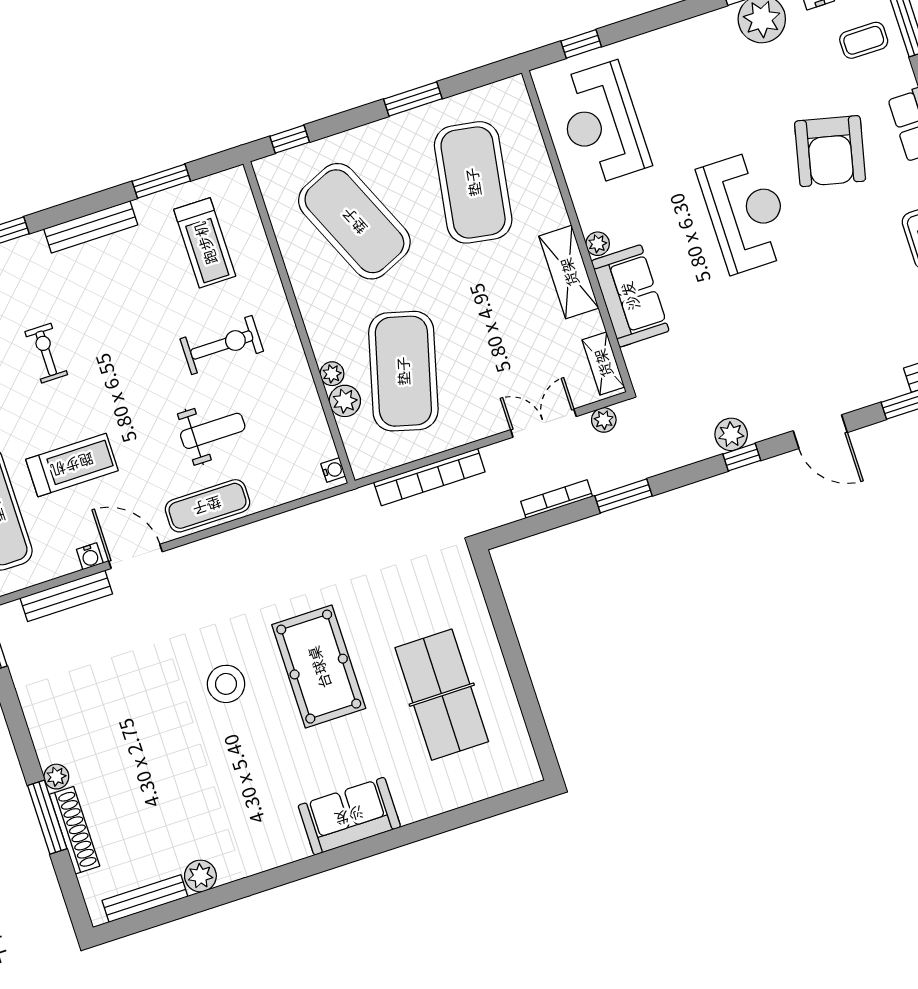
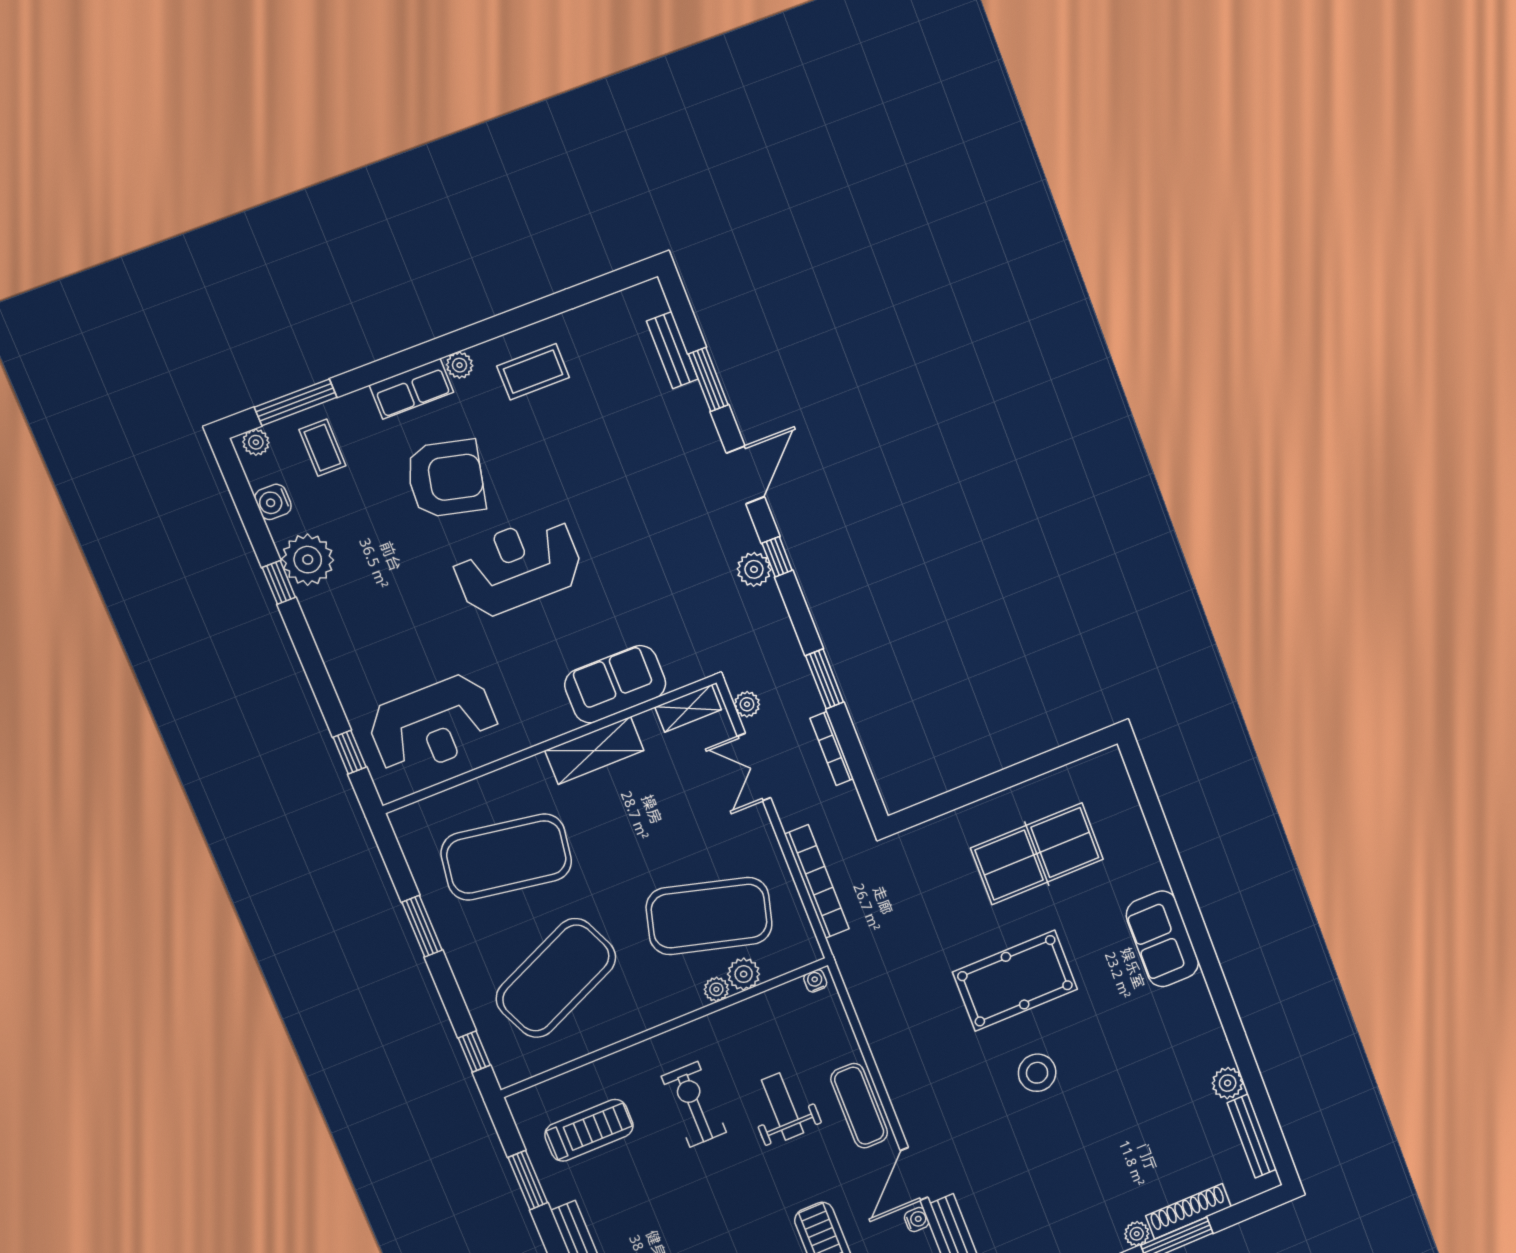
plant: (598, 244) -> (562, 722), removed

